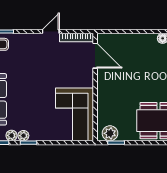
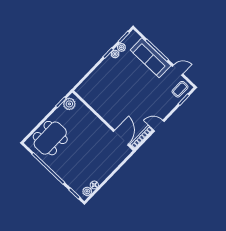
door: (51, 32) -> (159, 126), swing flipped
door: (95, 56) -> (121, 138), swing flipped
corner sofa: (75, 114) -> (99, 94), removed

